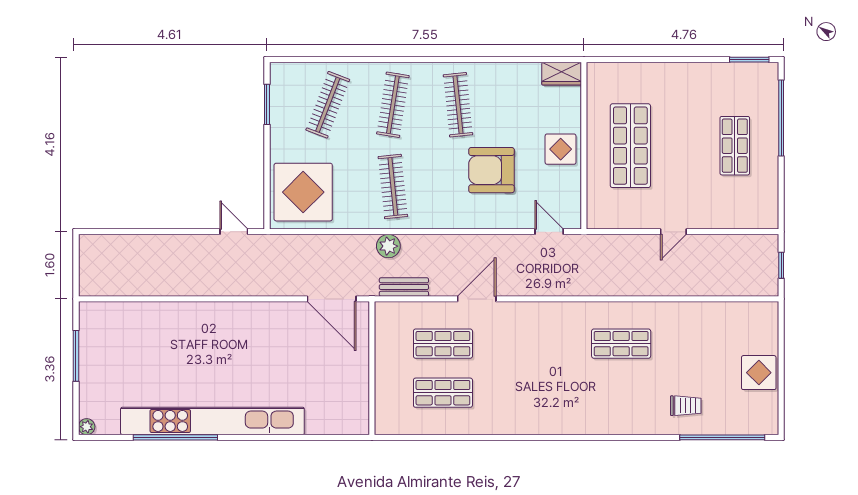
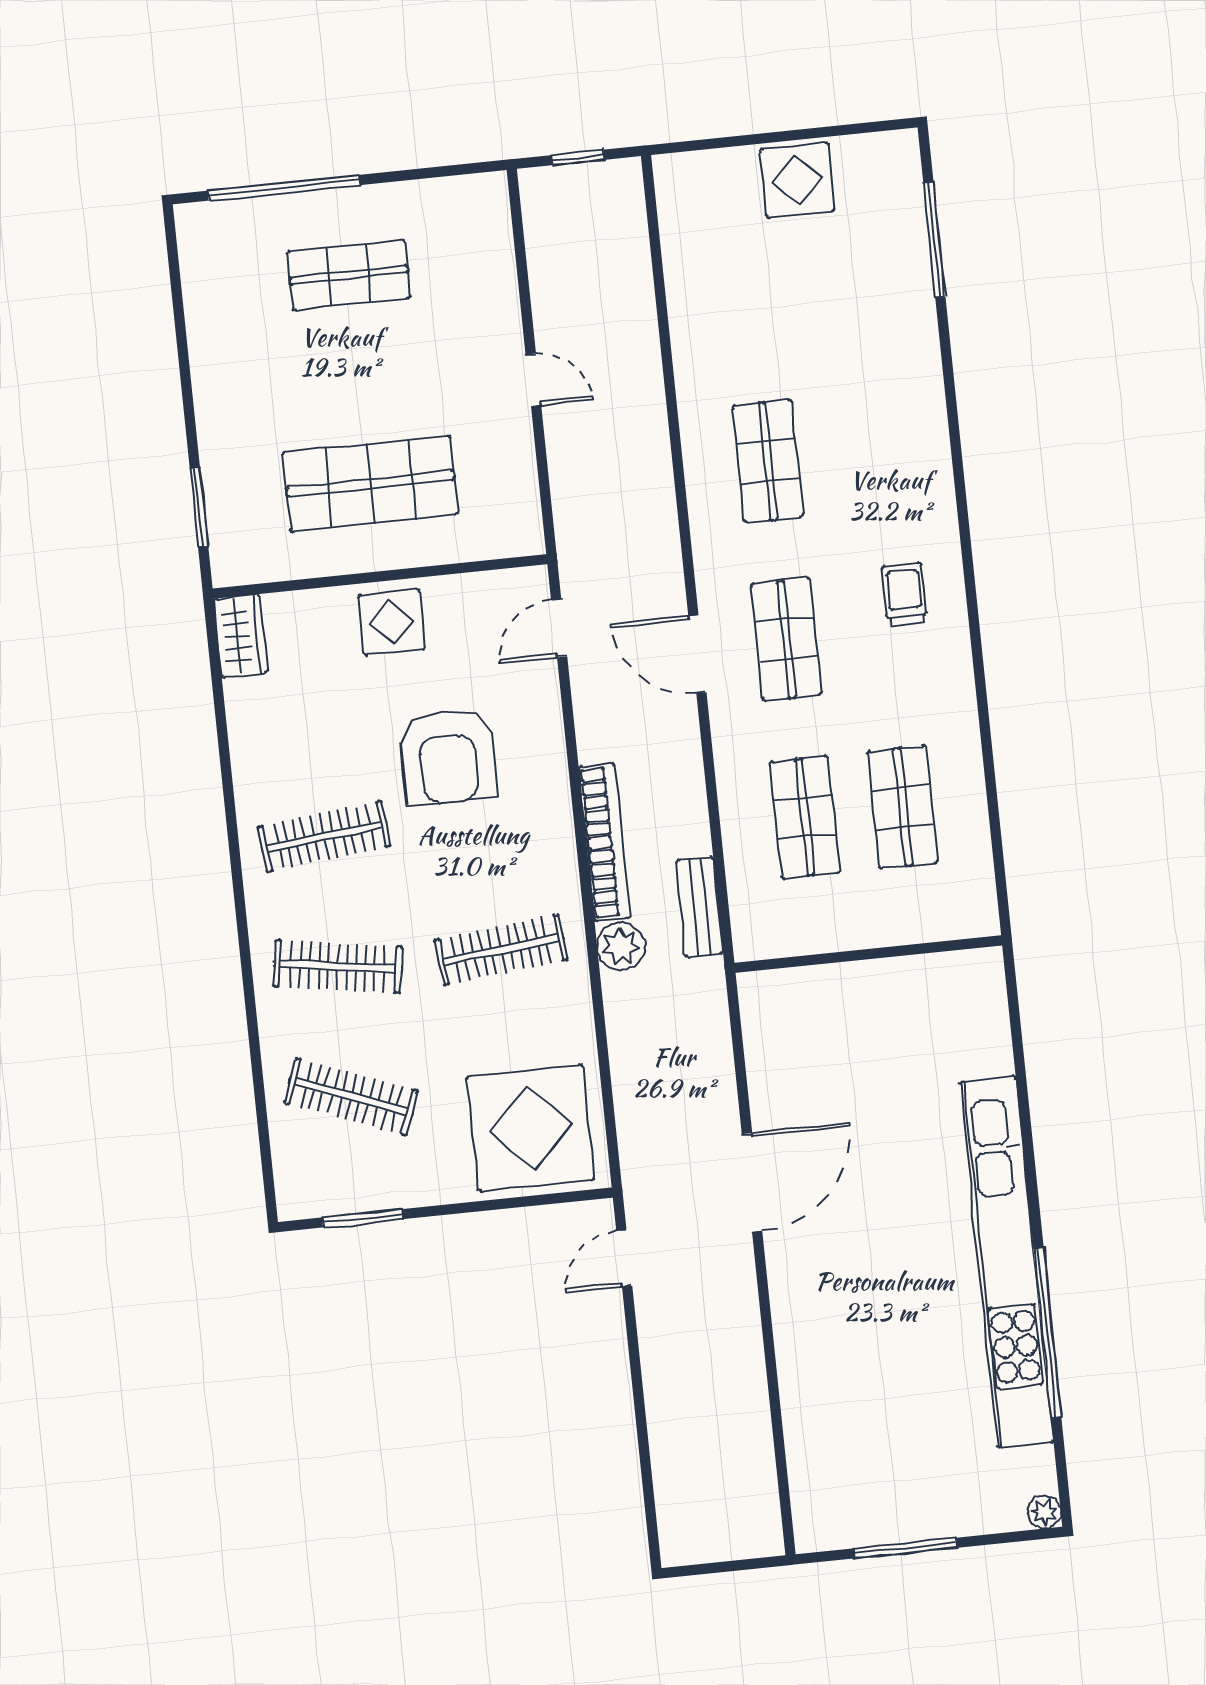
window: (749, 60) -> (199, 507), moved
bookcase: (441, 243) -> (604, 842), added
door: (332, 299) -> (752, 1182), moved
door: (477, 299) -> (697, 654), moved
shop shelf: (532, 344) -> (786, 639), added
trolley: (686, 406) -> (904, 594), moved
window: (722, 437) -> (934, 240), width x0.68

